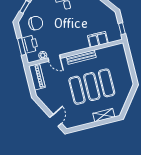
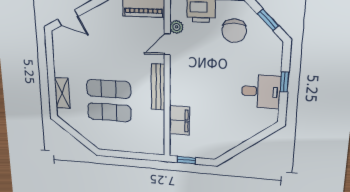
exercise mat: (77, 90) -> (108, 65), removed

